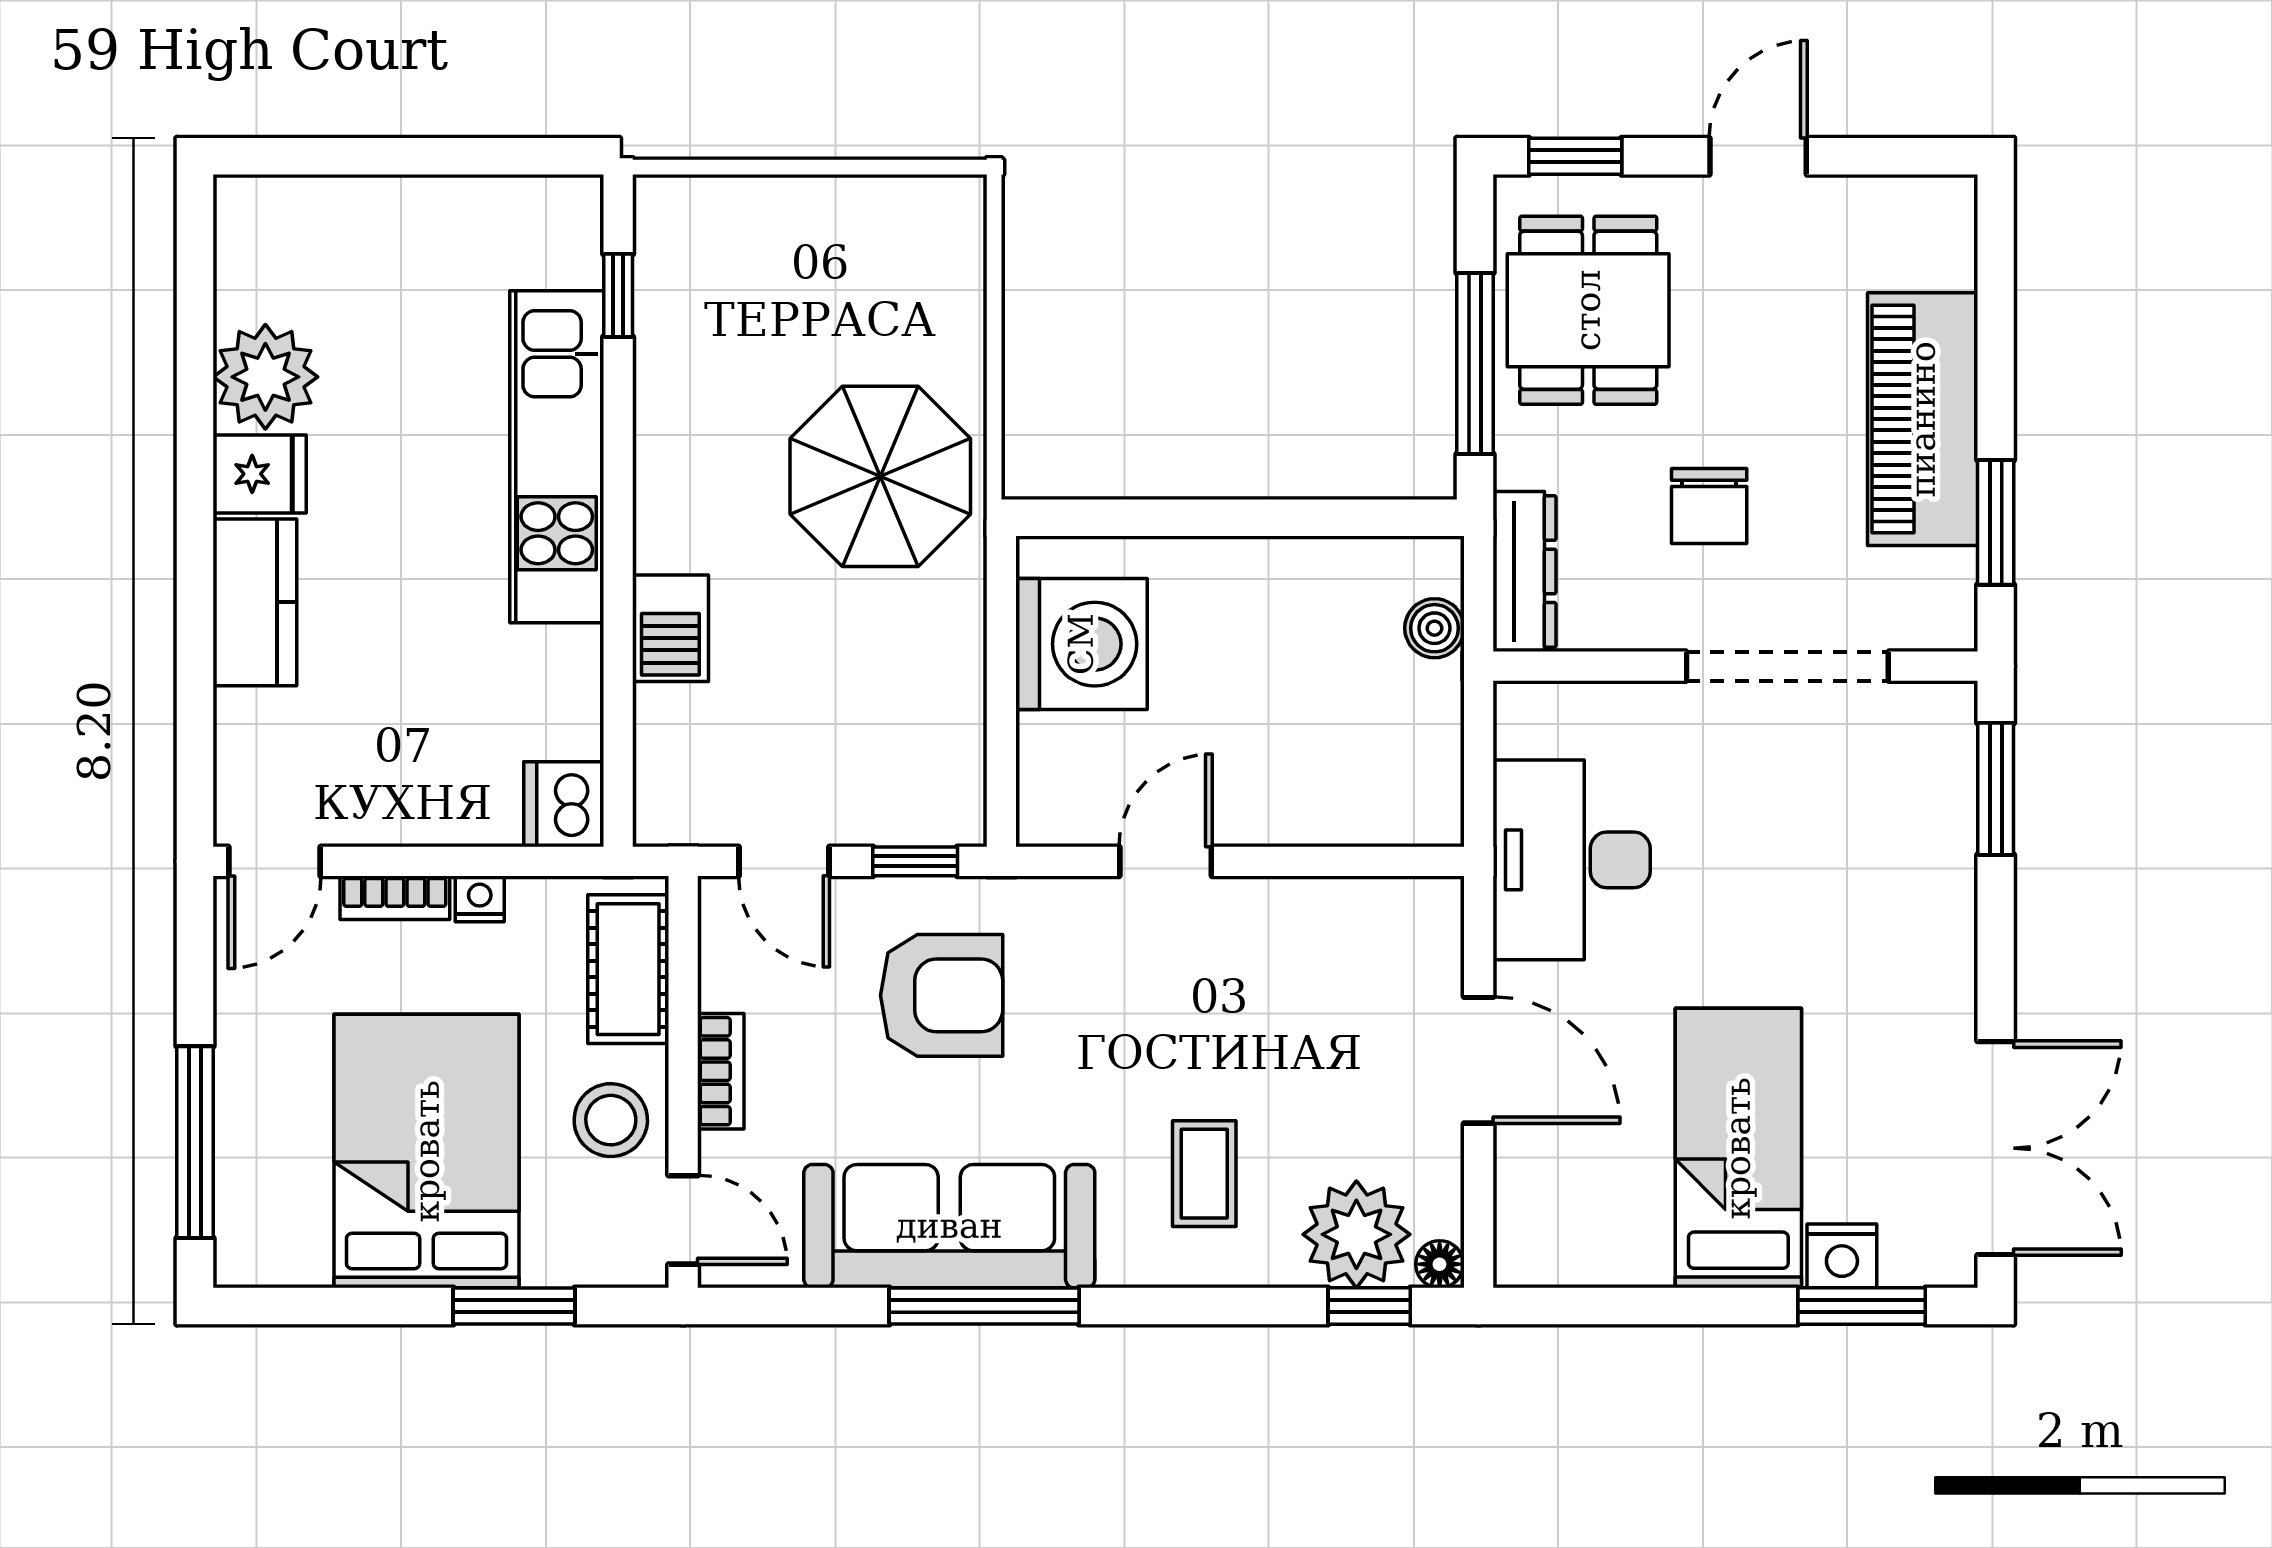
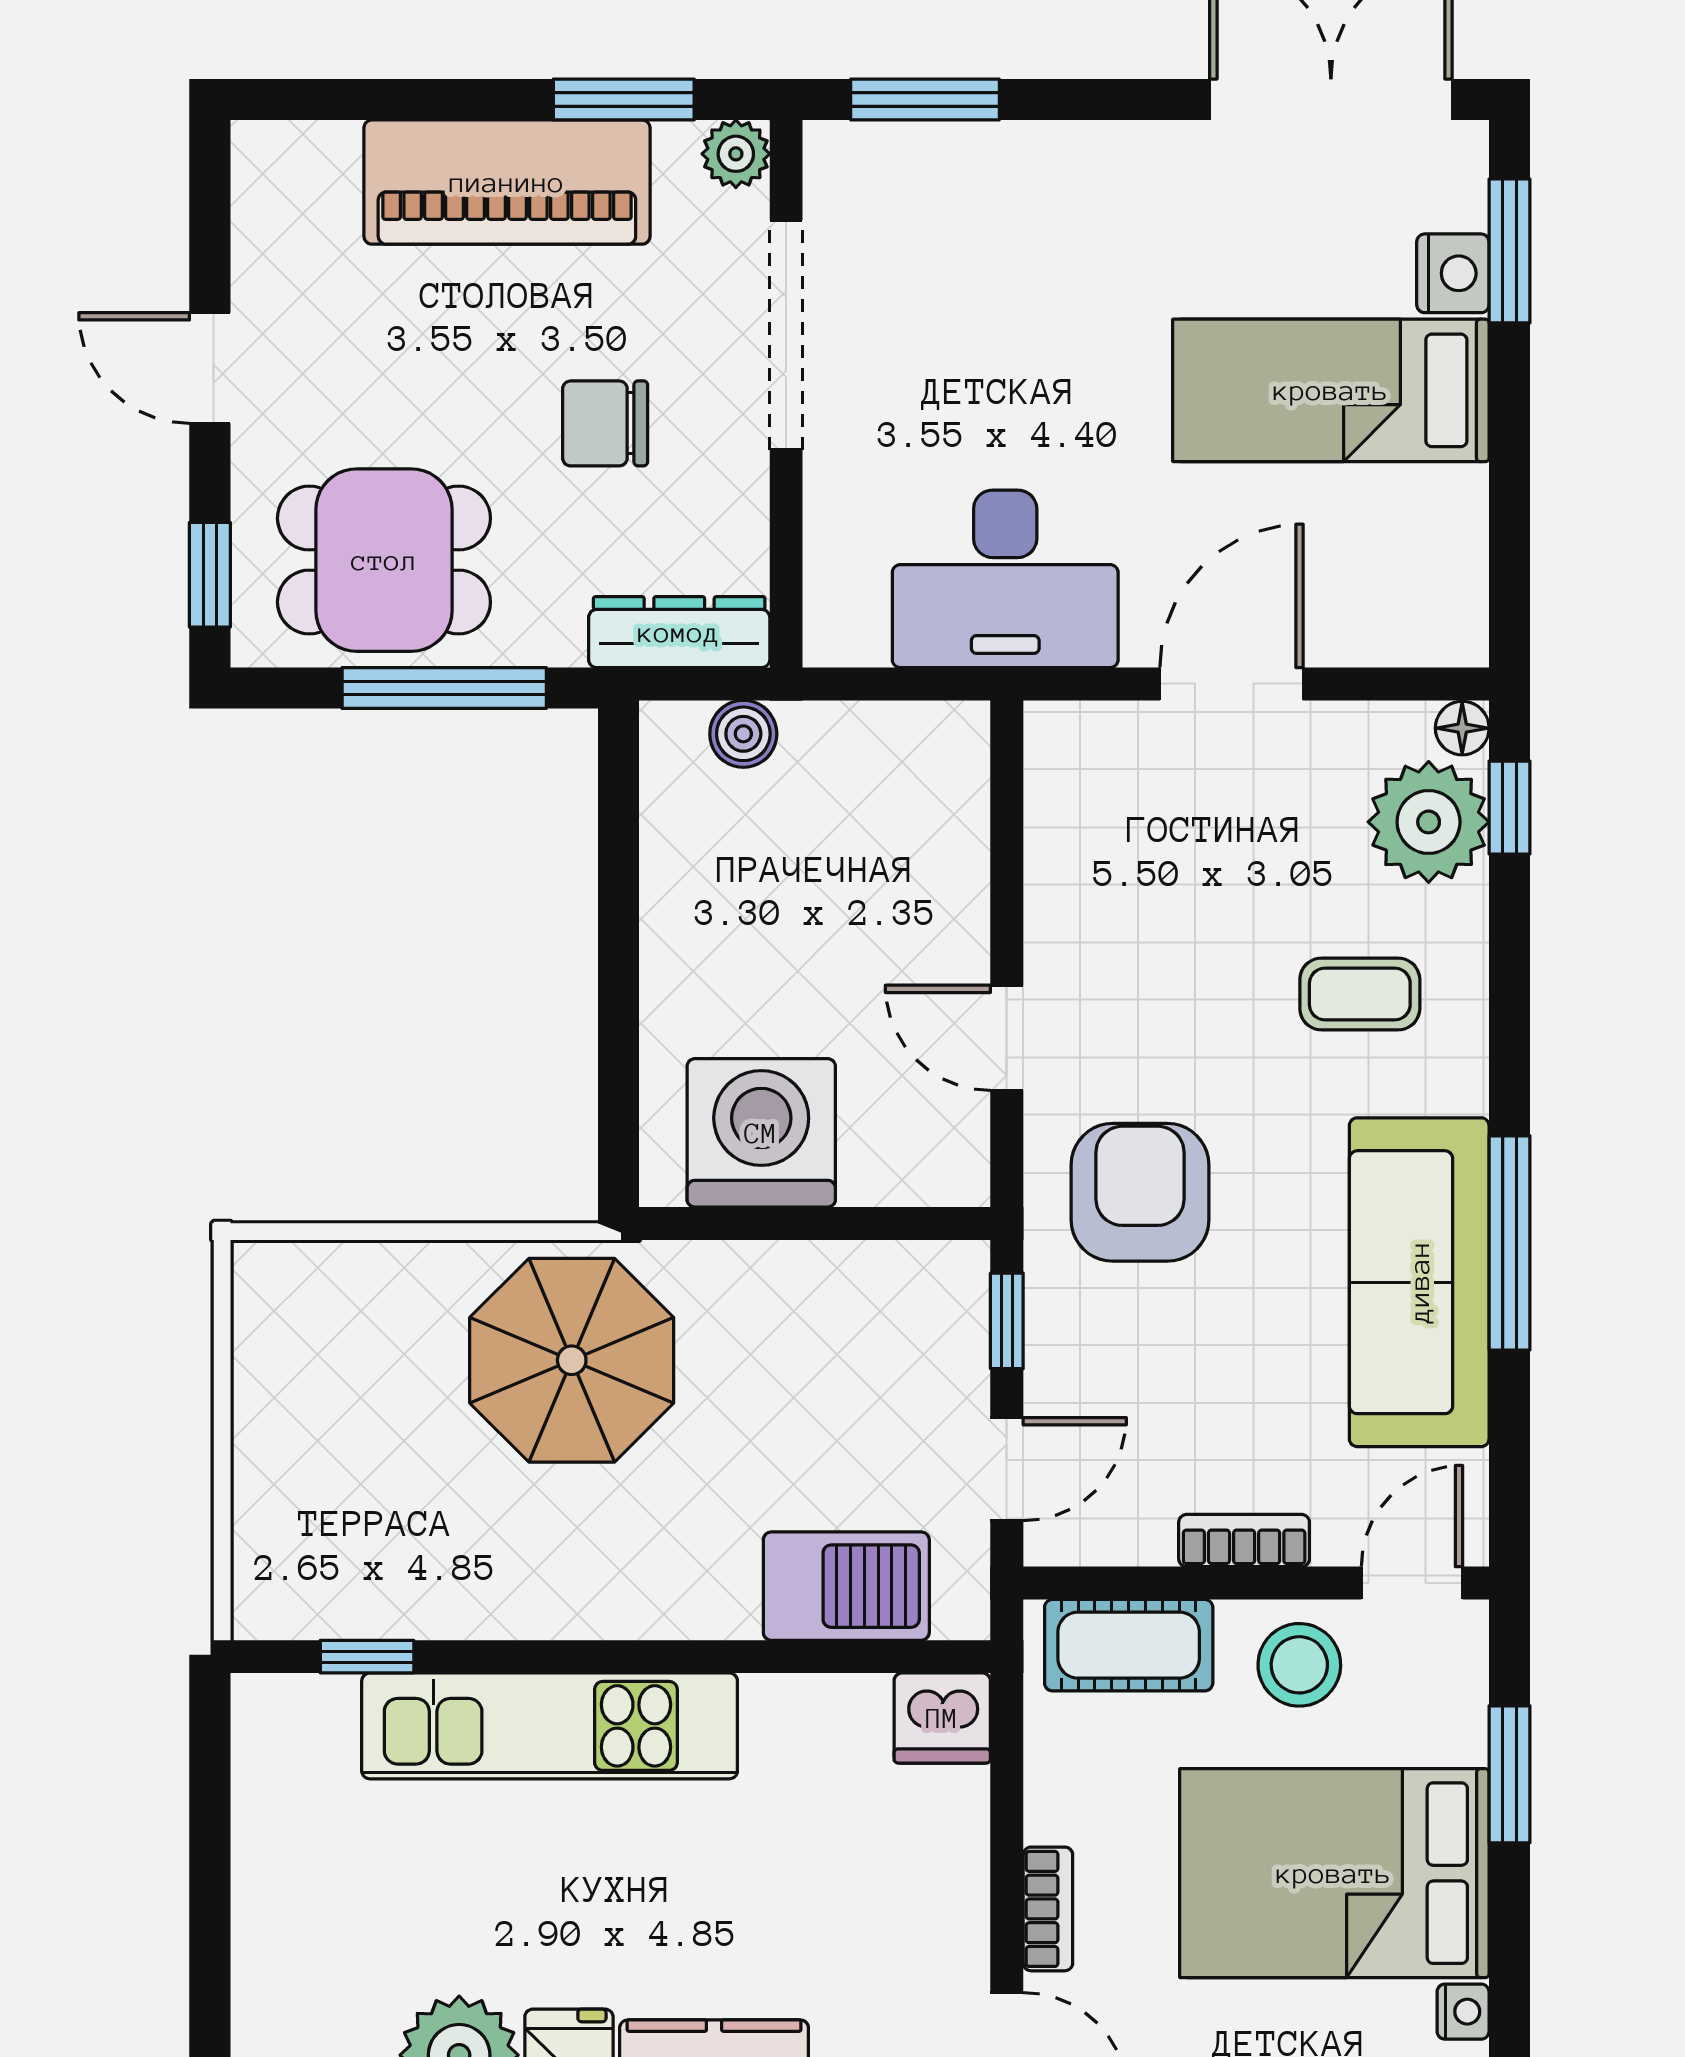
chair: (1709, 506) -> (605, 423), turned 180
plant: (1948, 622) -> (736, 154), added
barbecue: (670, 628) -> (846, 1586), moved, width x1.38, depth x1.27
nightstand: (480, 899) -> (1463, 2012), moved, turned 180
armchair: (942, 995) -> (1140, 1192), moved

